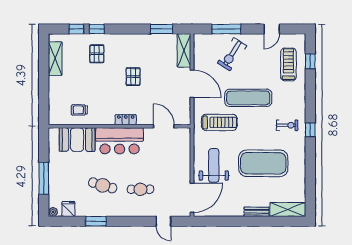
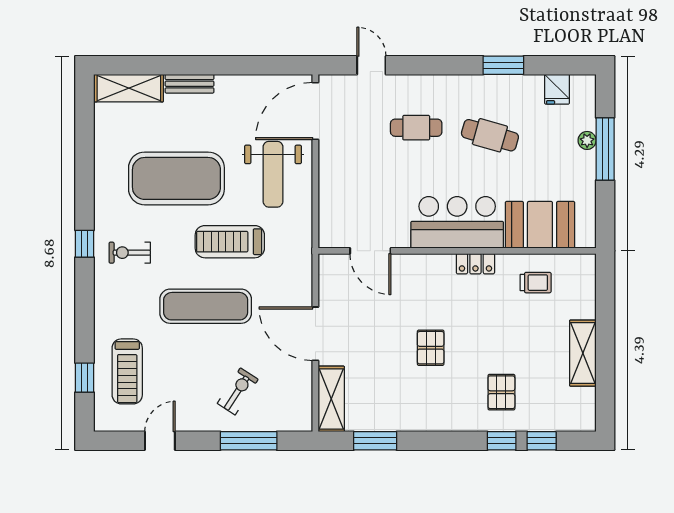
exercise bike: (232, 54) -> (238, 391), width x0.73, depth x0.72
shelving: (55, 59) -> (583, 353), moved
locker: (126, 120) -> (475, 264), moved
treadmill: (219, 122) -> (230, 242), moved
plant: (53, 212) -> (587, 140), moved

